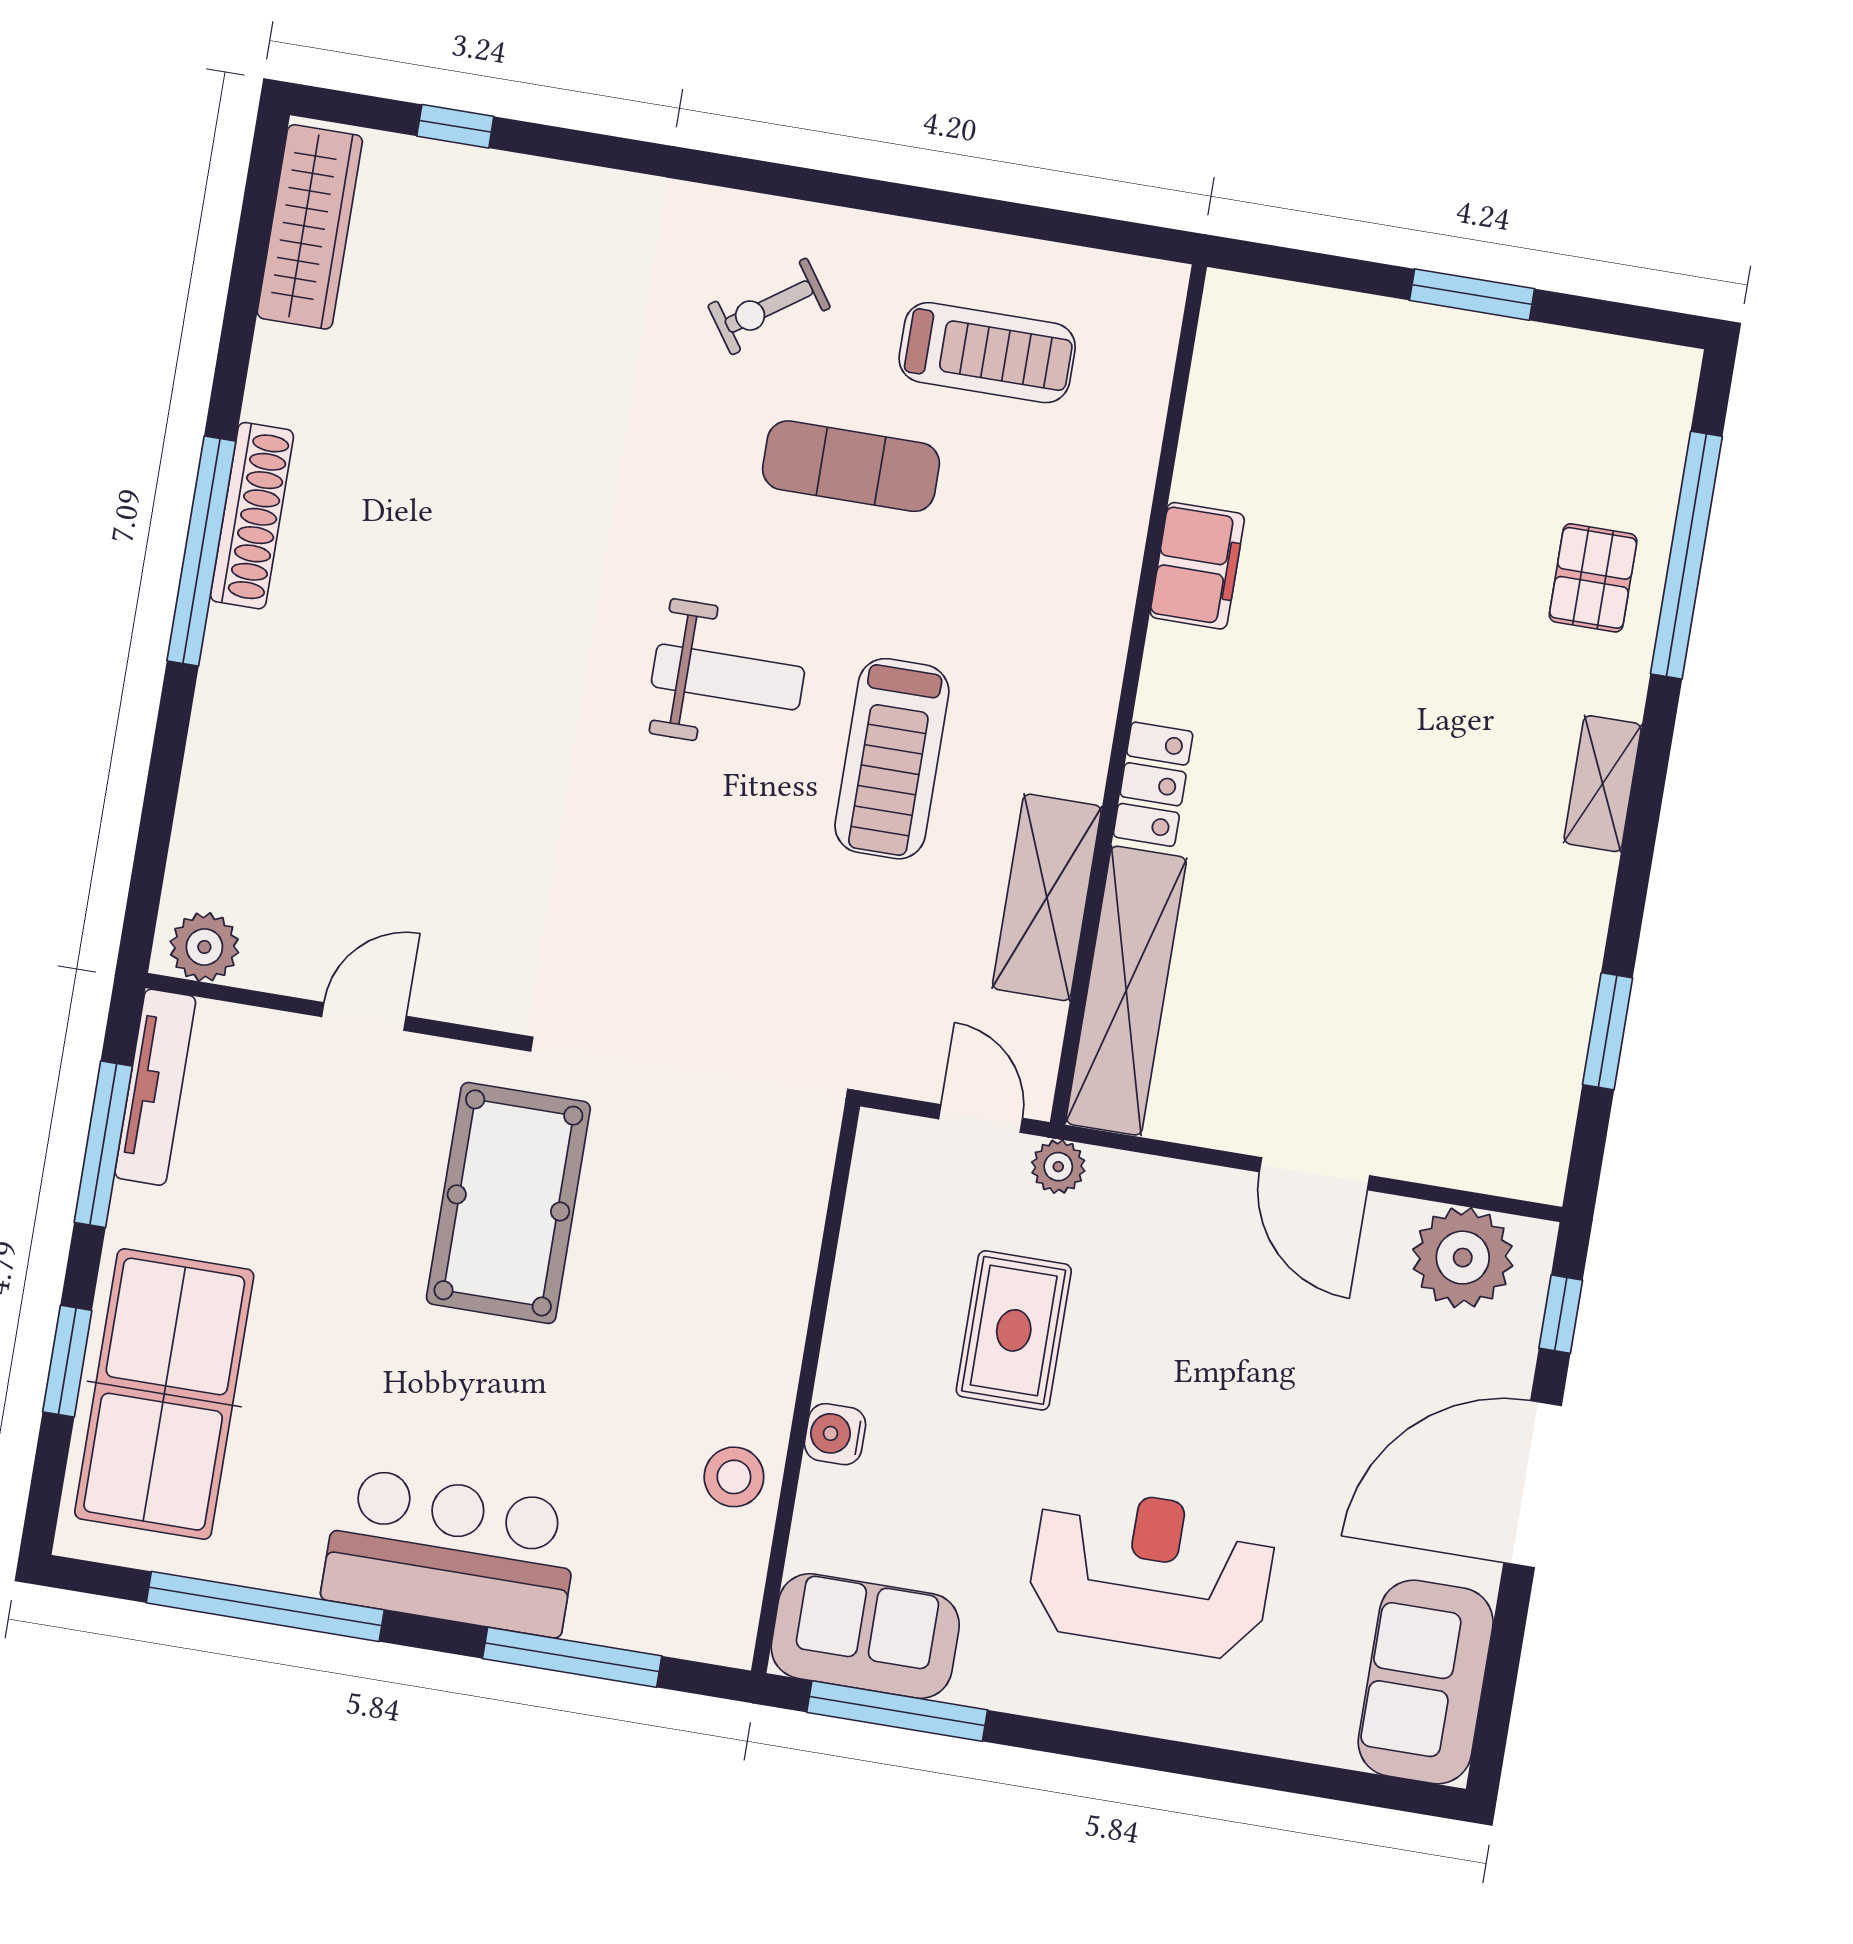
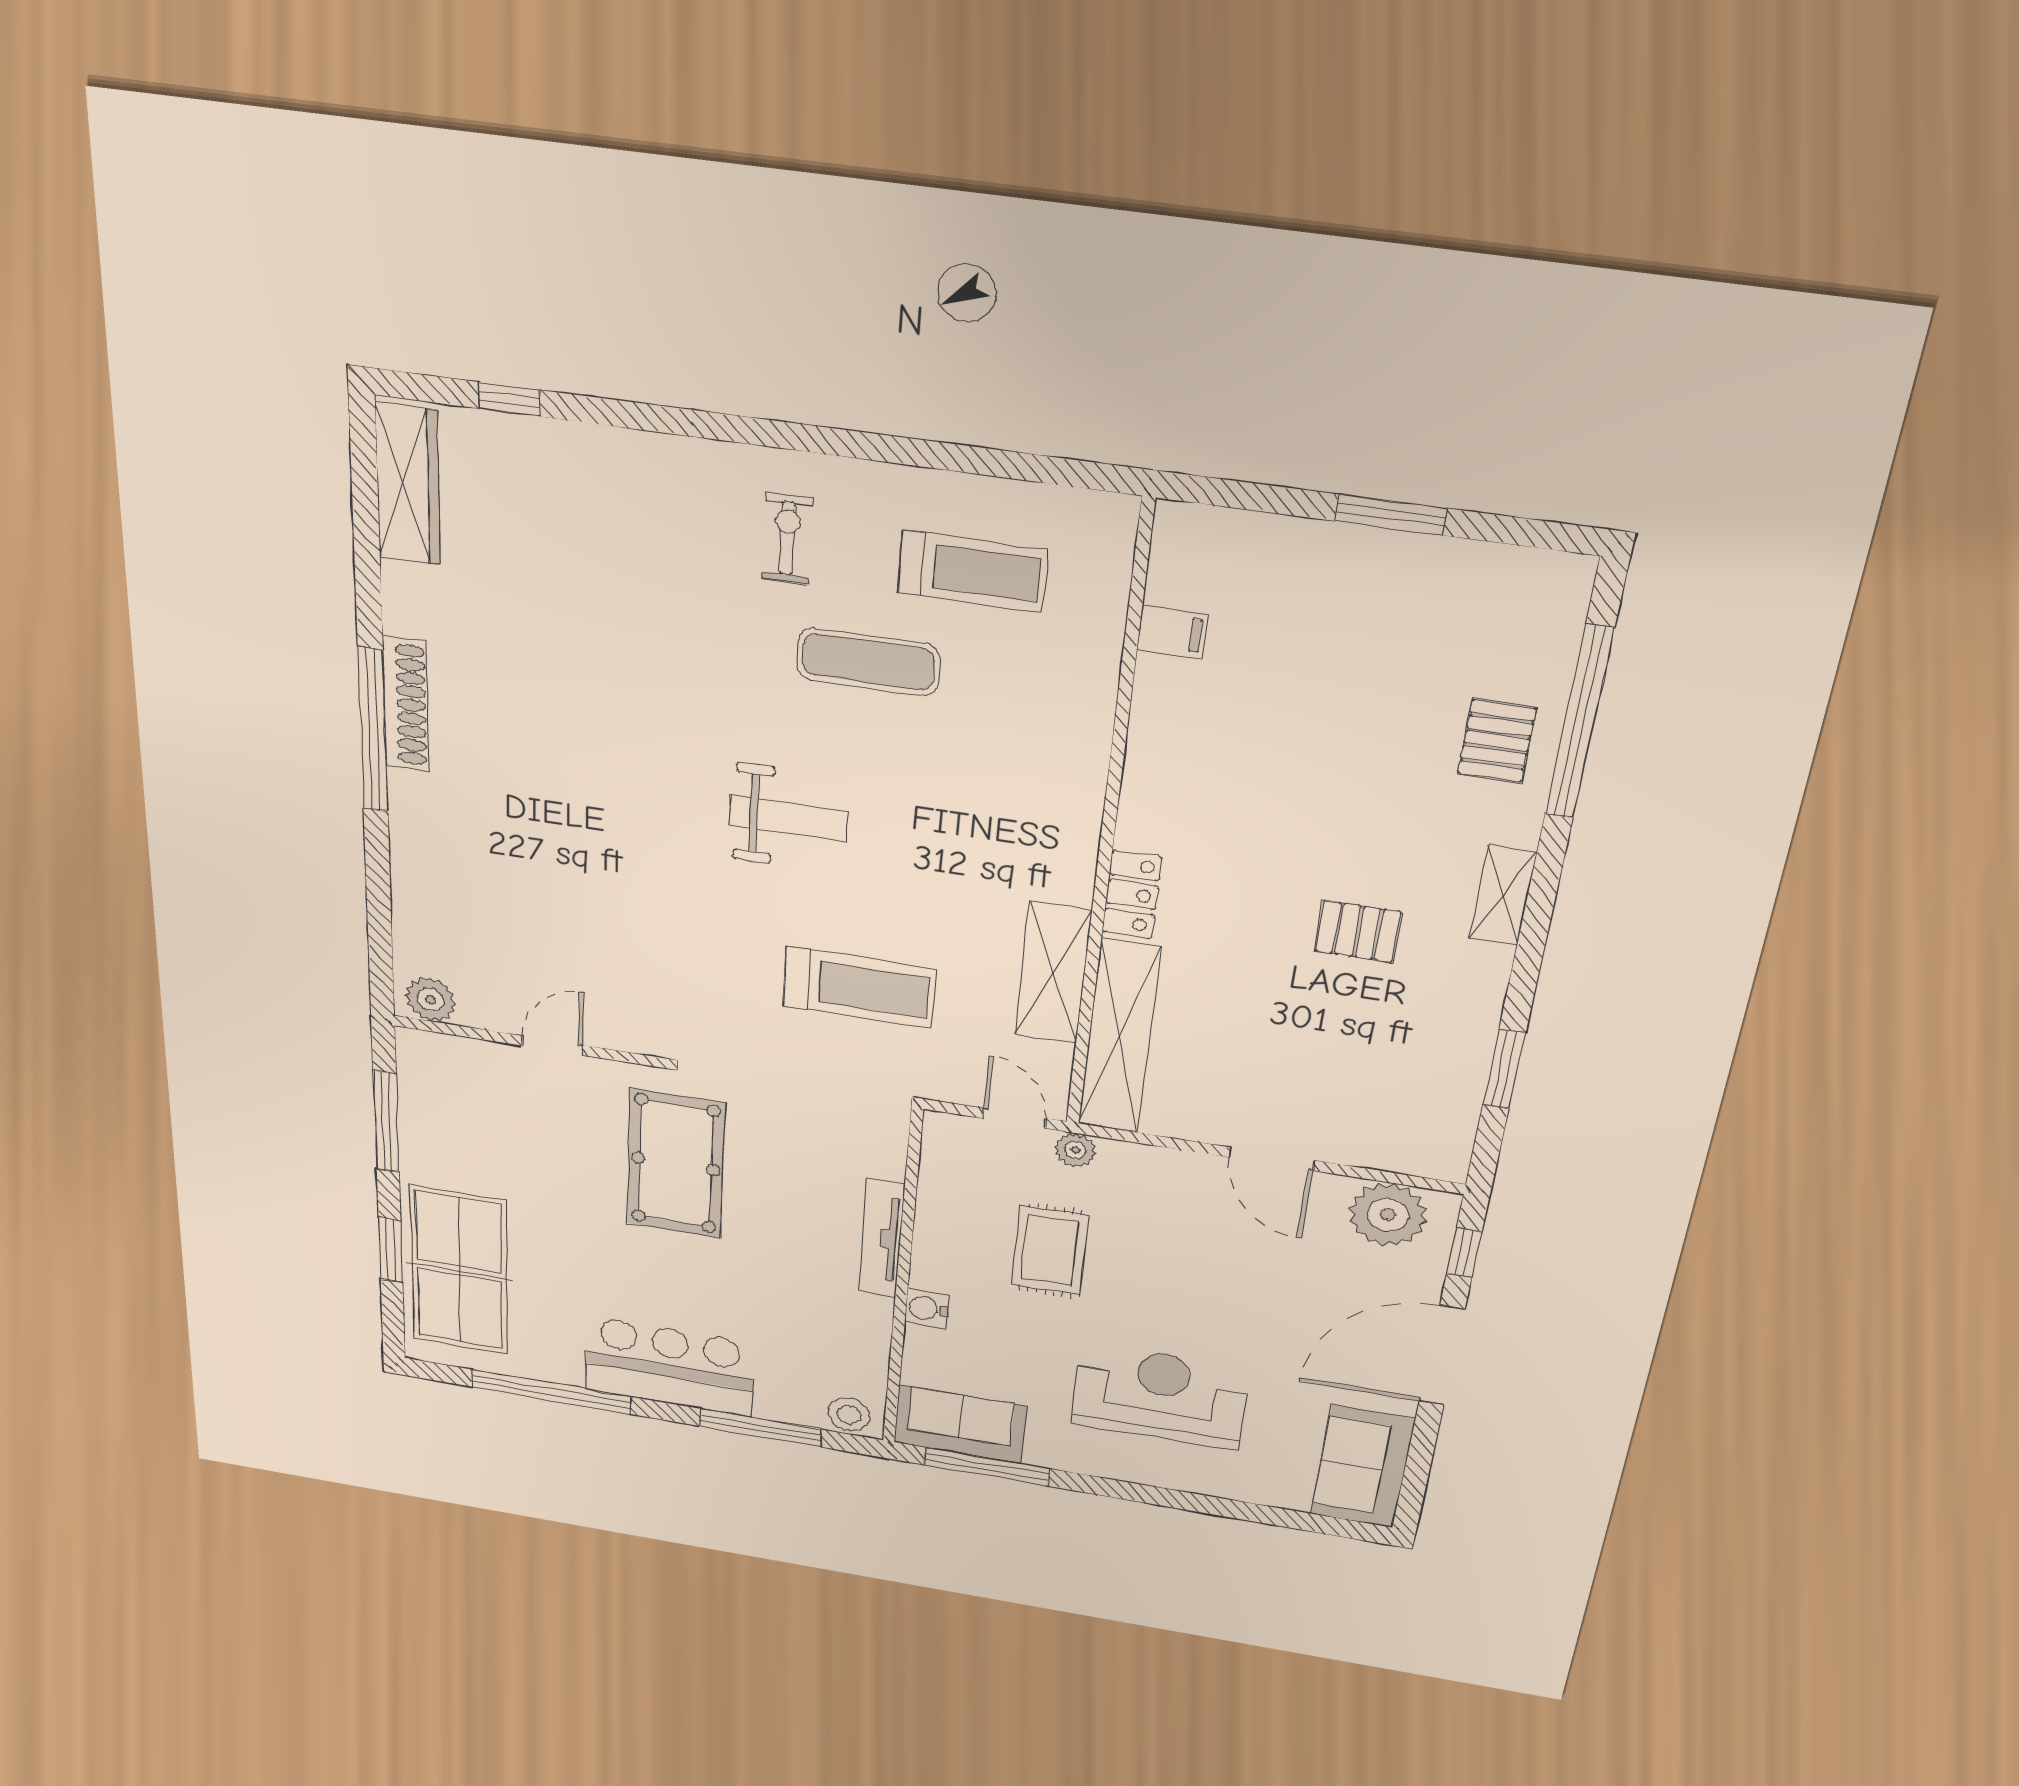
exercise bike: (769, 307) -> (787, 538), turned 125
filing cabinet: (1197, 566) -> (1173, 632), moved, width x0.50
treadmill: (892, 759) -> (859, 988), moved, turned -90
pallet: (1429, 835) -> (1358, 932), added
tv unit: (155, 1087) -> (881, 1238), moved, turned 180
stool: (734, 1477) -> (849, 1414), moved

